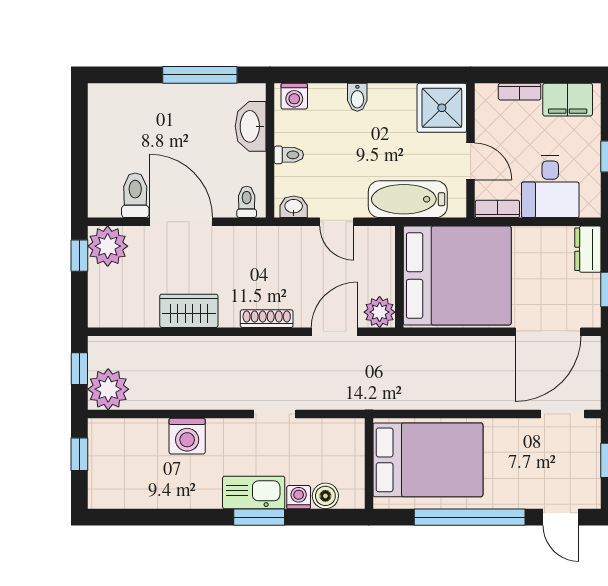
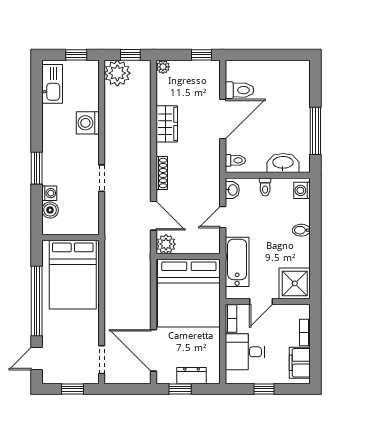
plant: (108, 246) -> (163, 67), moved, width x0.53, depth x0.53
dresser: (588, 249) -> (192, 376), moved
kitchen sink: (254, 492) -> (52, 84), moved

